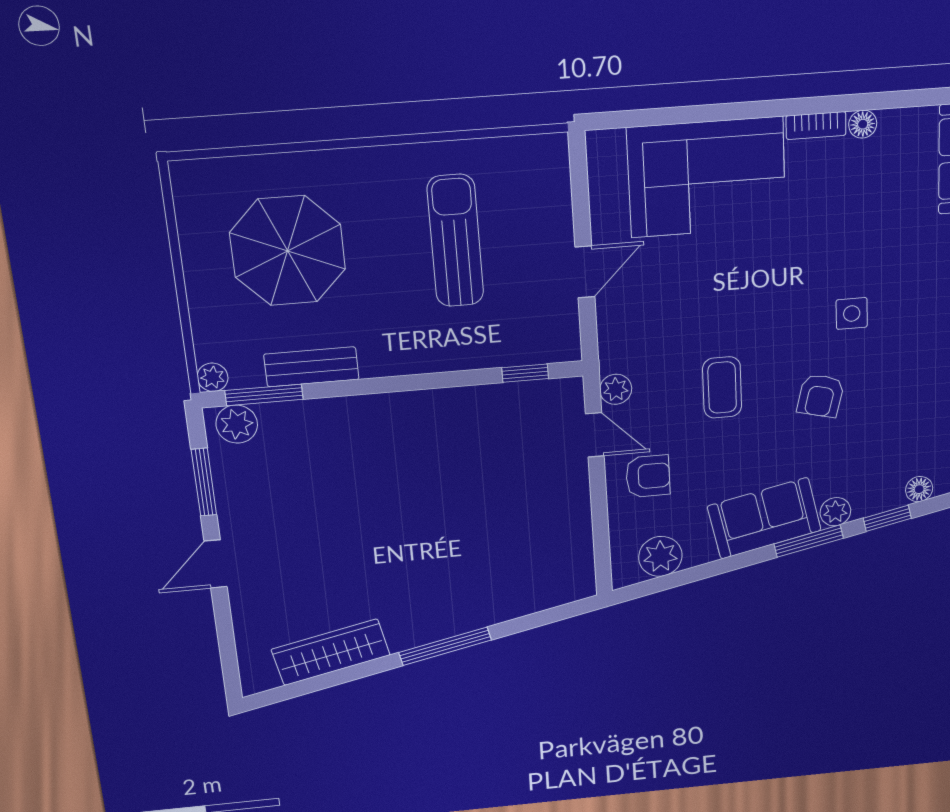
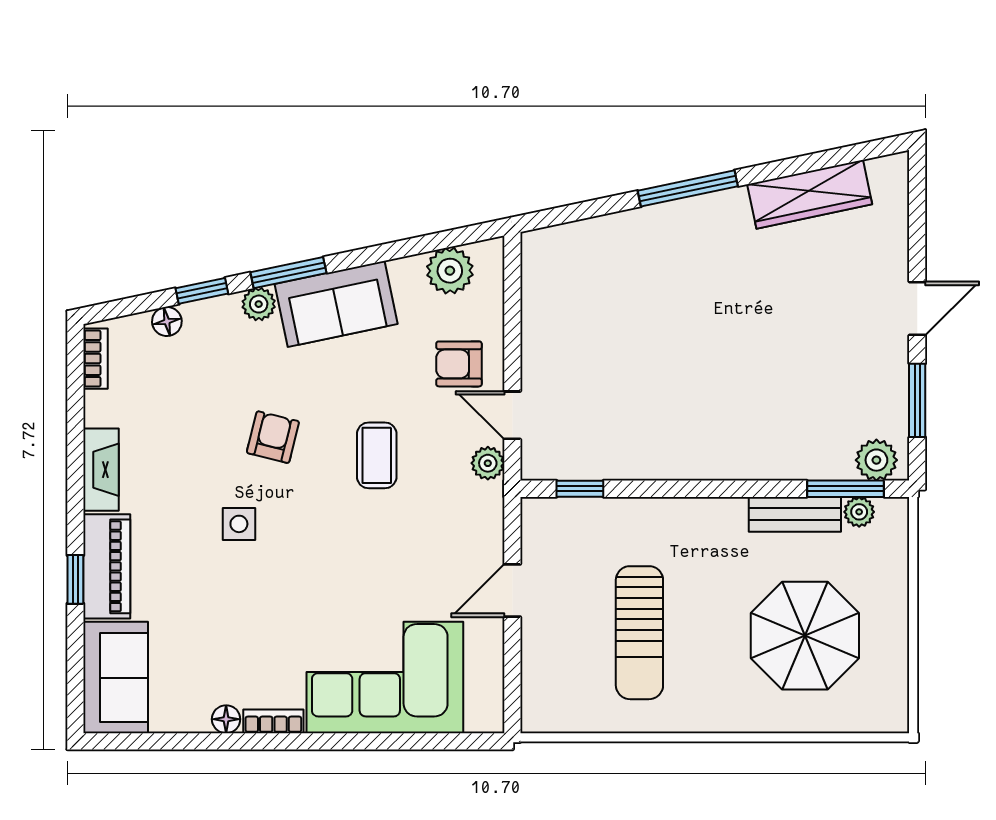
plant: (213, 377) -> (859, 512), moved

